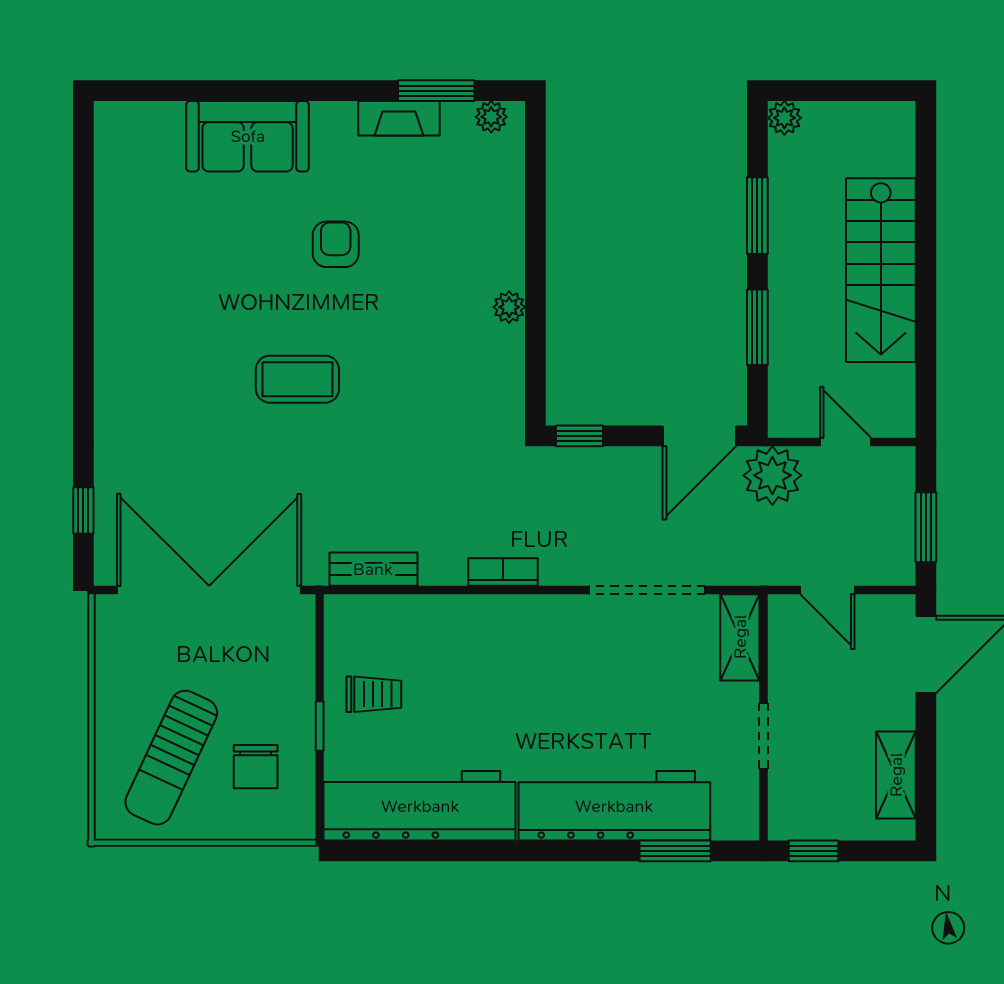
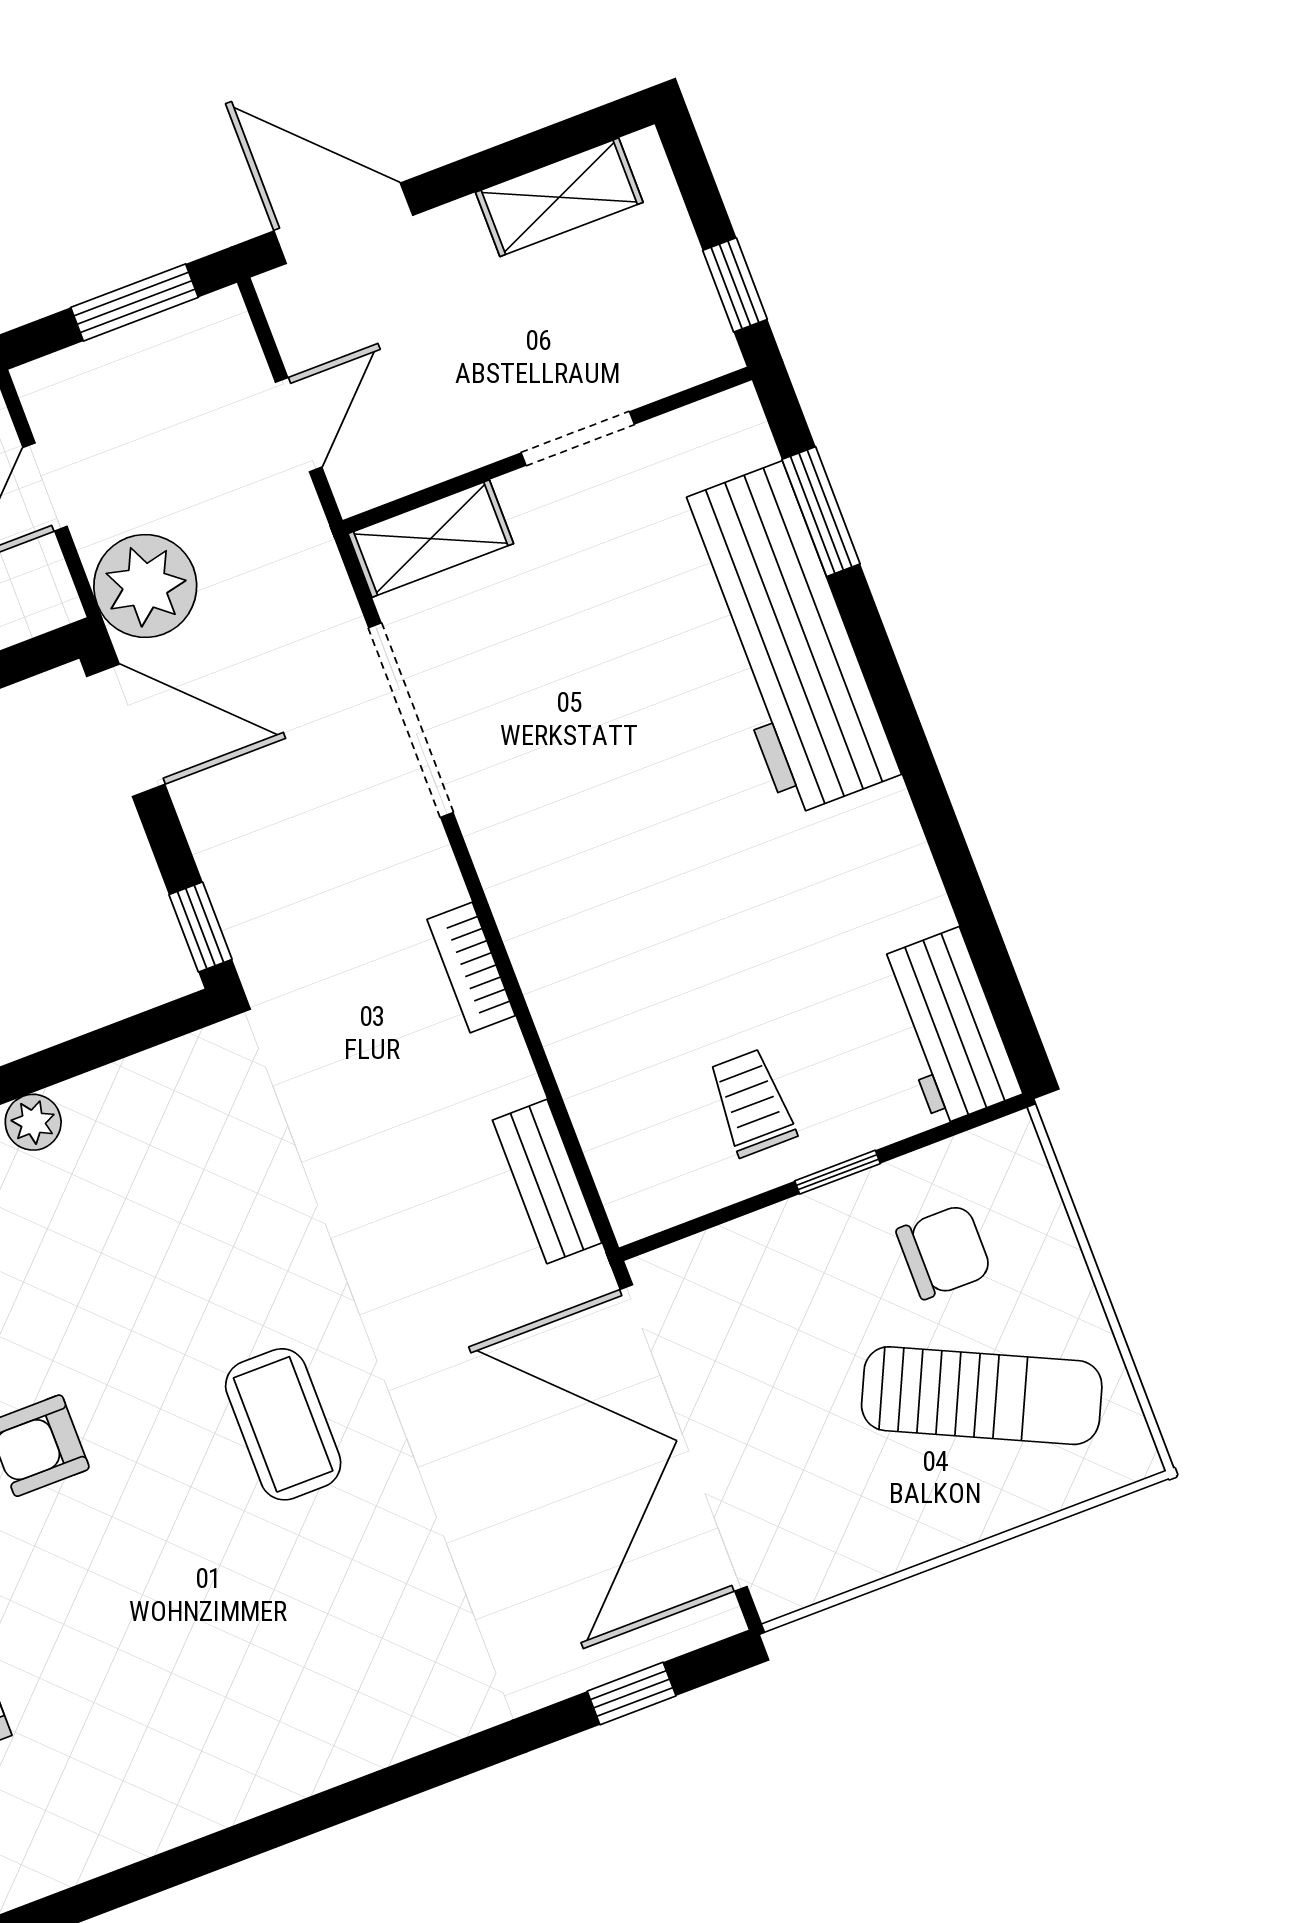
workbench: (420, 806) -> (948, 1027), width x0.53, depth x0.76

